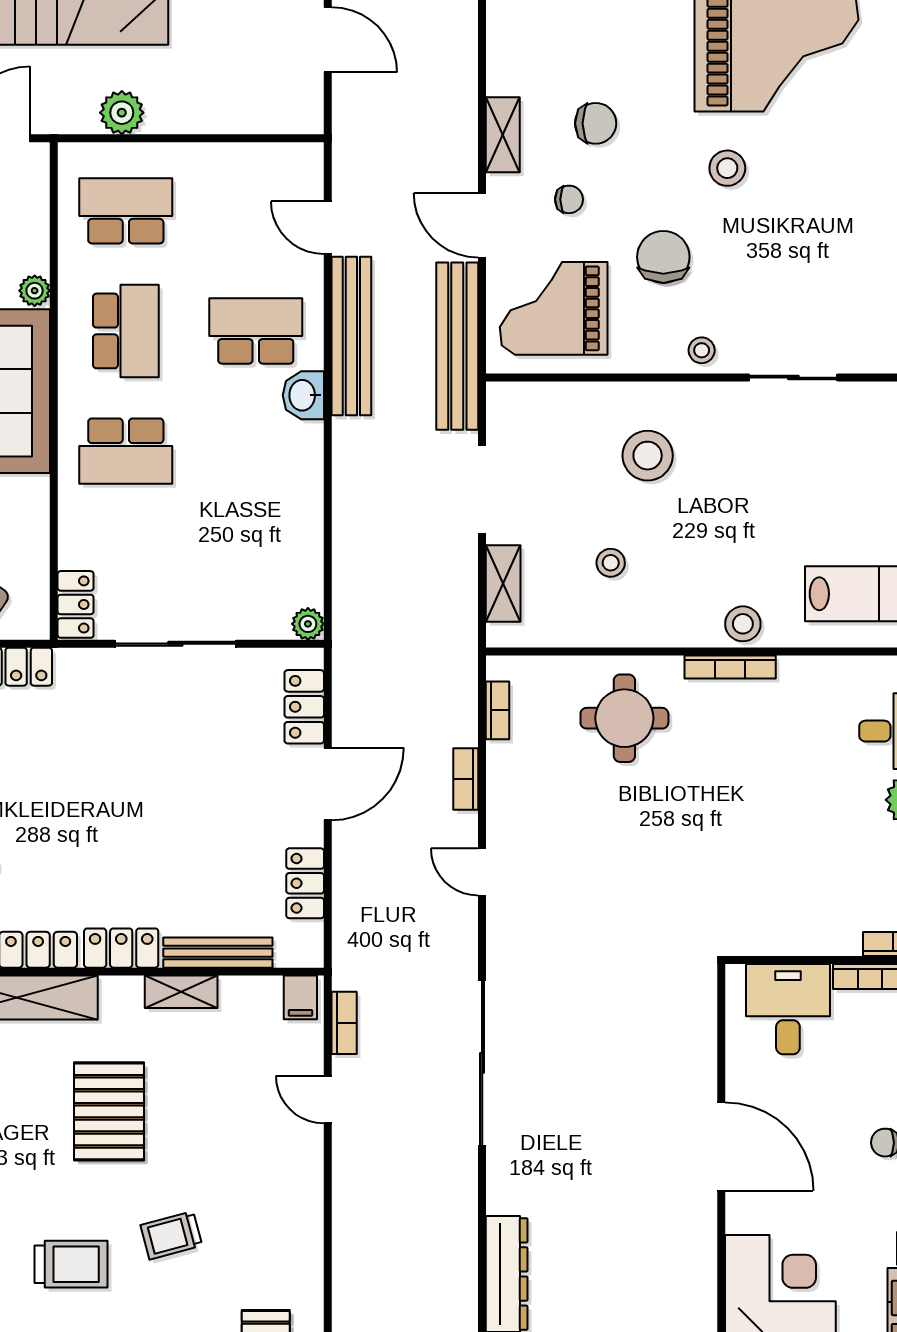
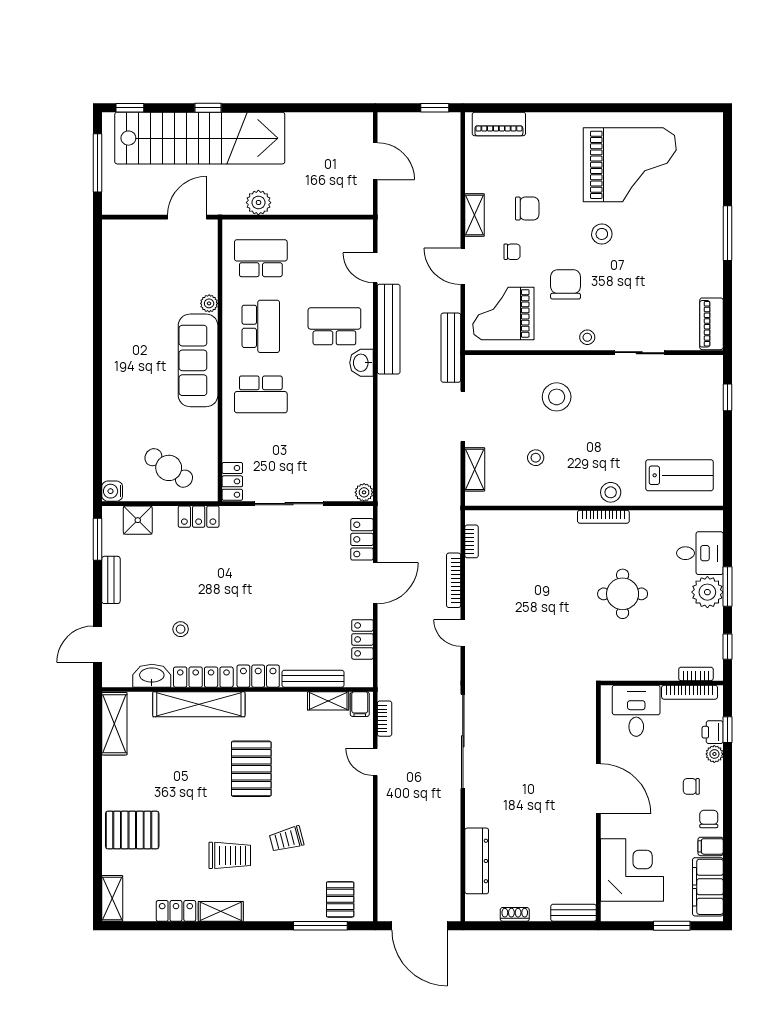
bench: (457, 346) -> (451, 348), width x0.73, depth x0.82
round table: (624, 718) -> (623, 594), moved
bookcase: (466, 779) -> (454, 580), width x1.56
shelving: (181, 992) -> (328, 701), moved

